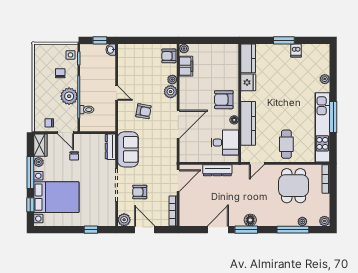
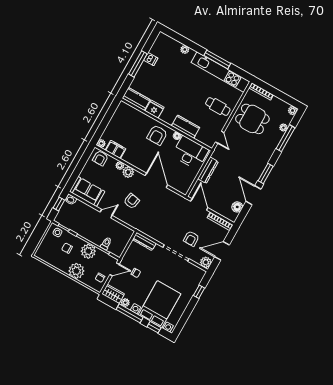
window: (284, 40) -> (138, 64), width x1.44
plant: (43, 95) -> (76, 271), added
kitchen counter: (248, 123) -> (186, 127), width x0.67
desk: (225, 143) -> (190, 153), width x1.37
sofa: (128, 149) -> (87, 192), moved
floor lamp: (250, 220) -> (237, 207), moved

